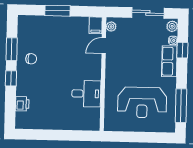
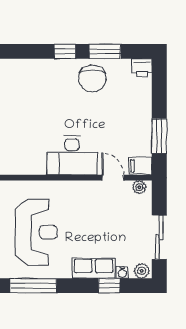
window: (58, 11) -> (159, 136), moved
chair: (31, 59) -> (92, 79), width x1.87, depth x1.87
desk: (86, 94) -> (72, 155), moved, width x1.37
reception desk: (142, 102) -> (36, 232), turned 180
printer: (22, 104) -> (142, 68), moved

